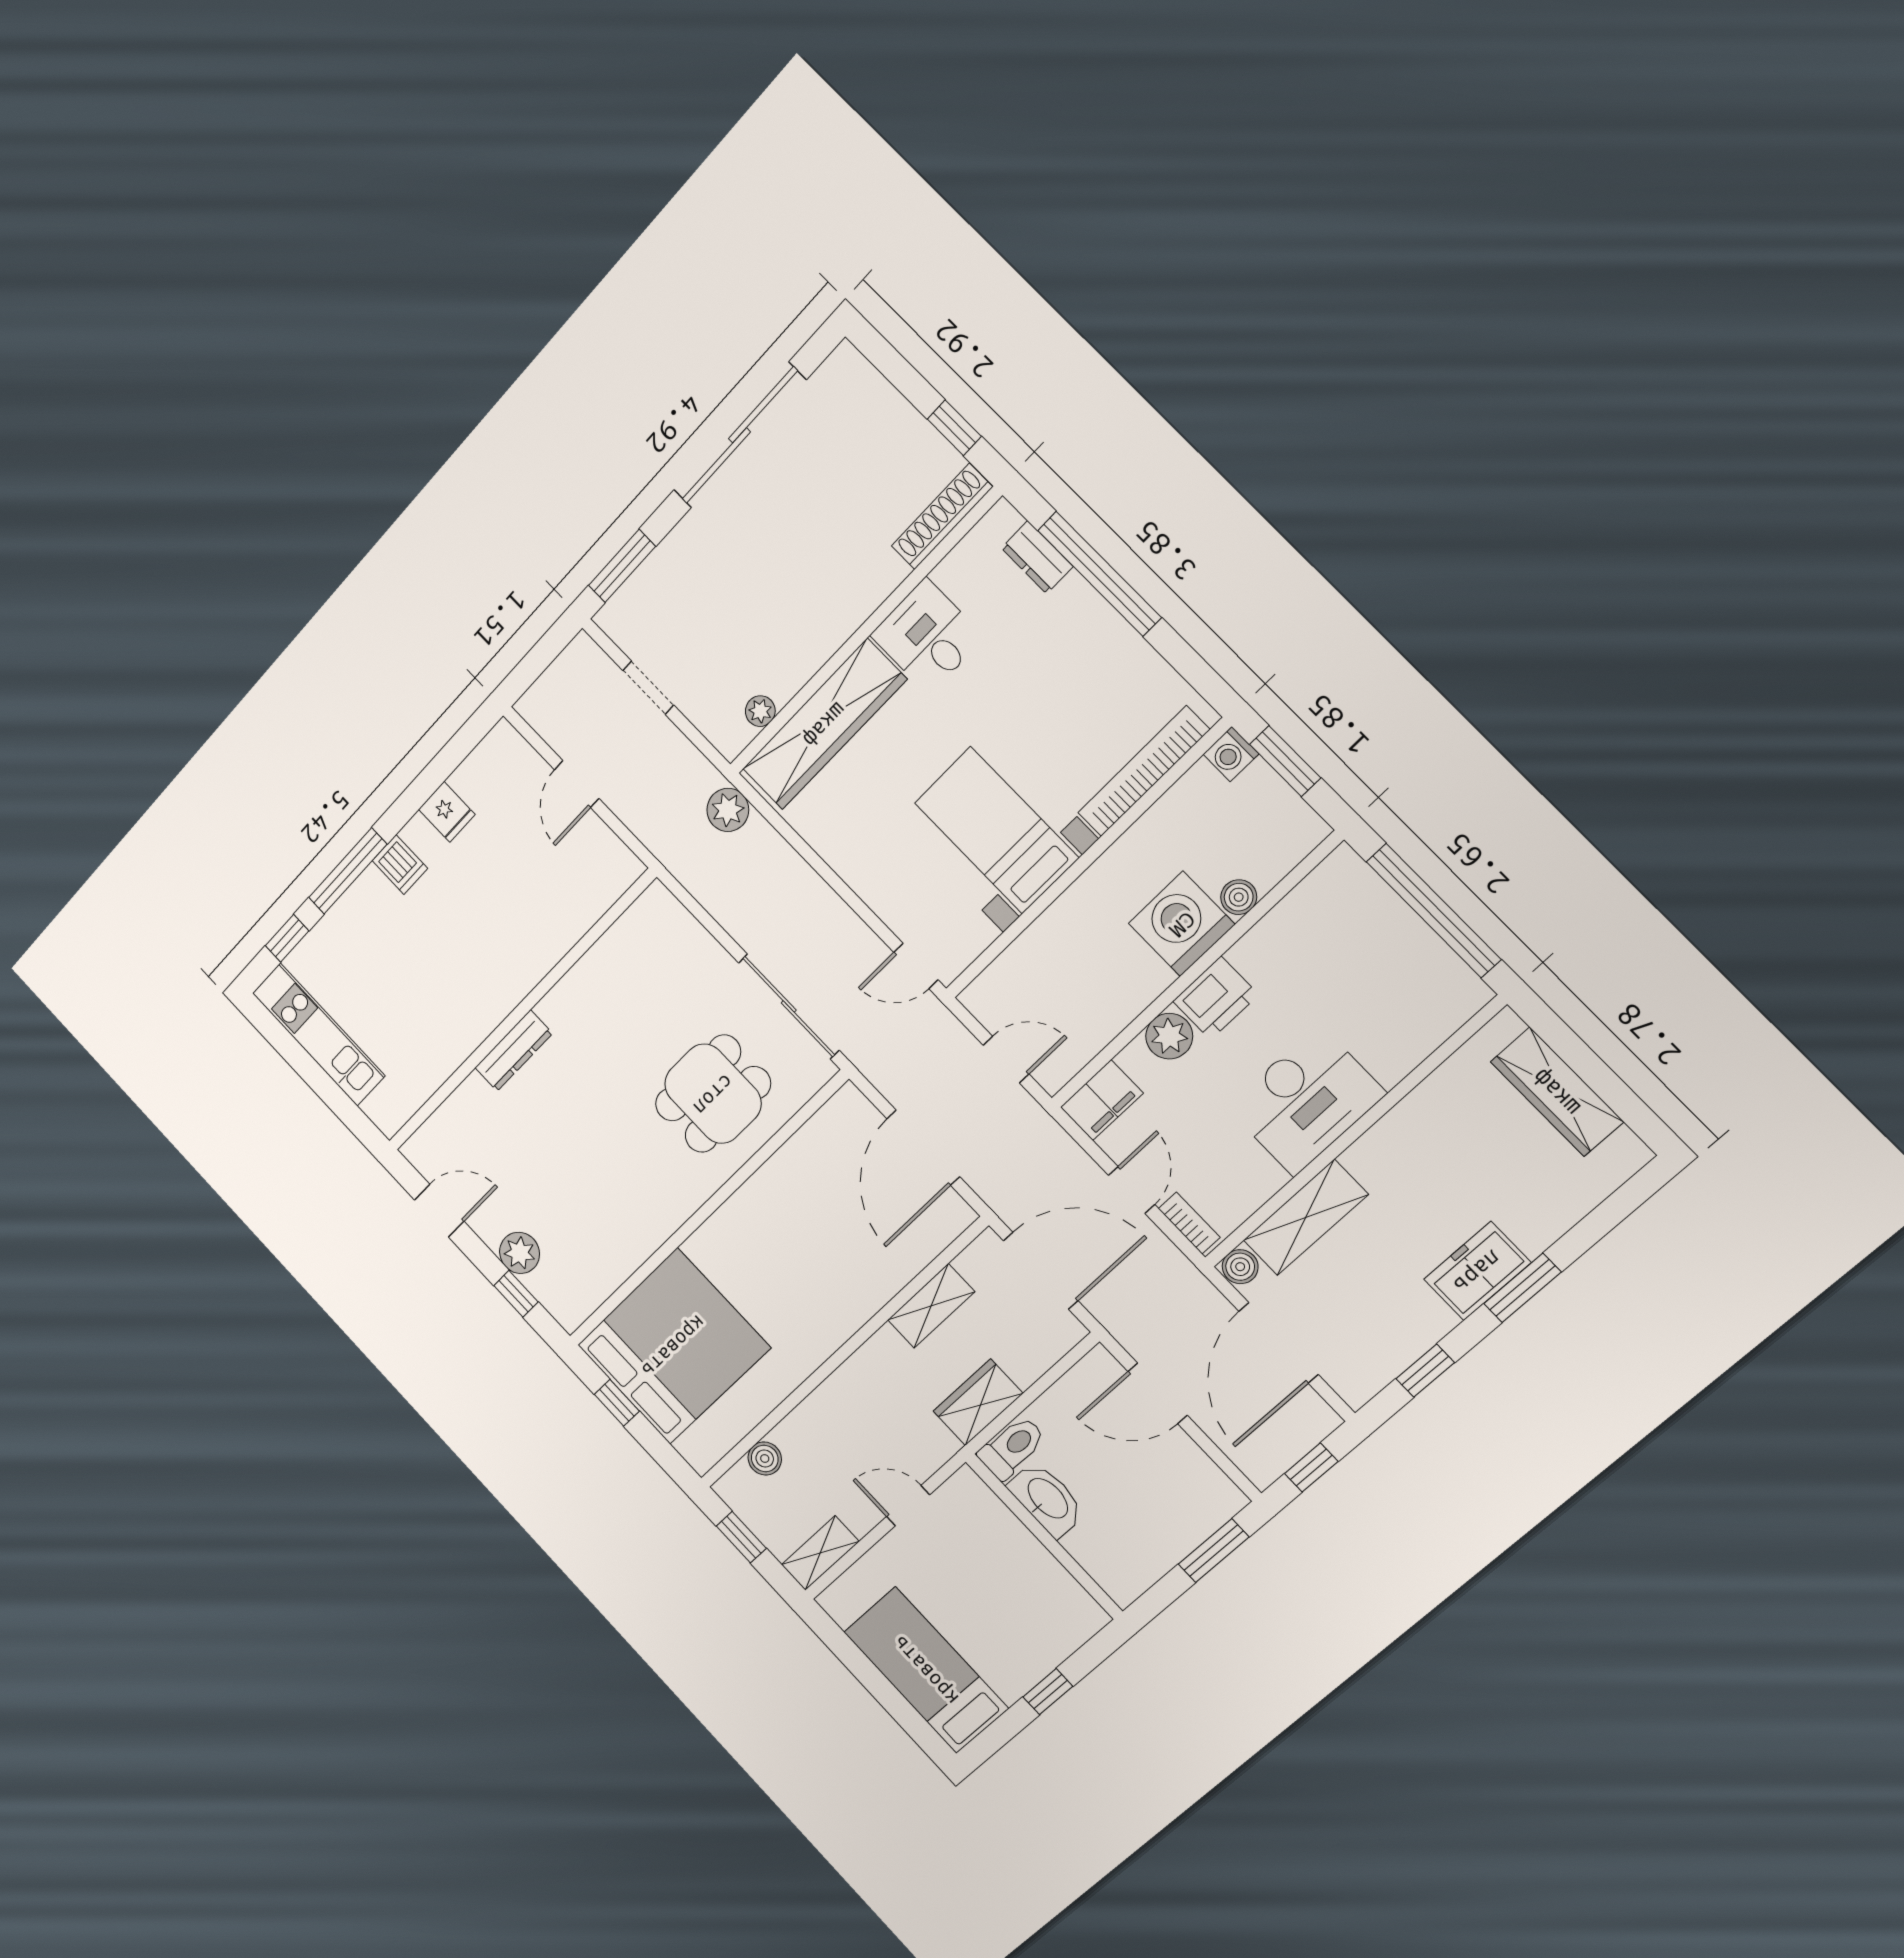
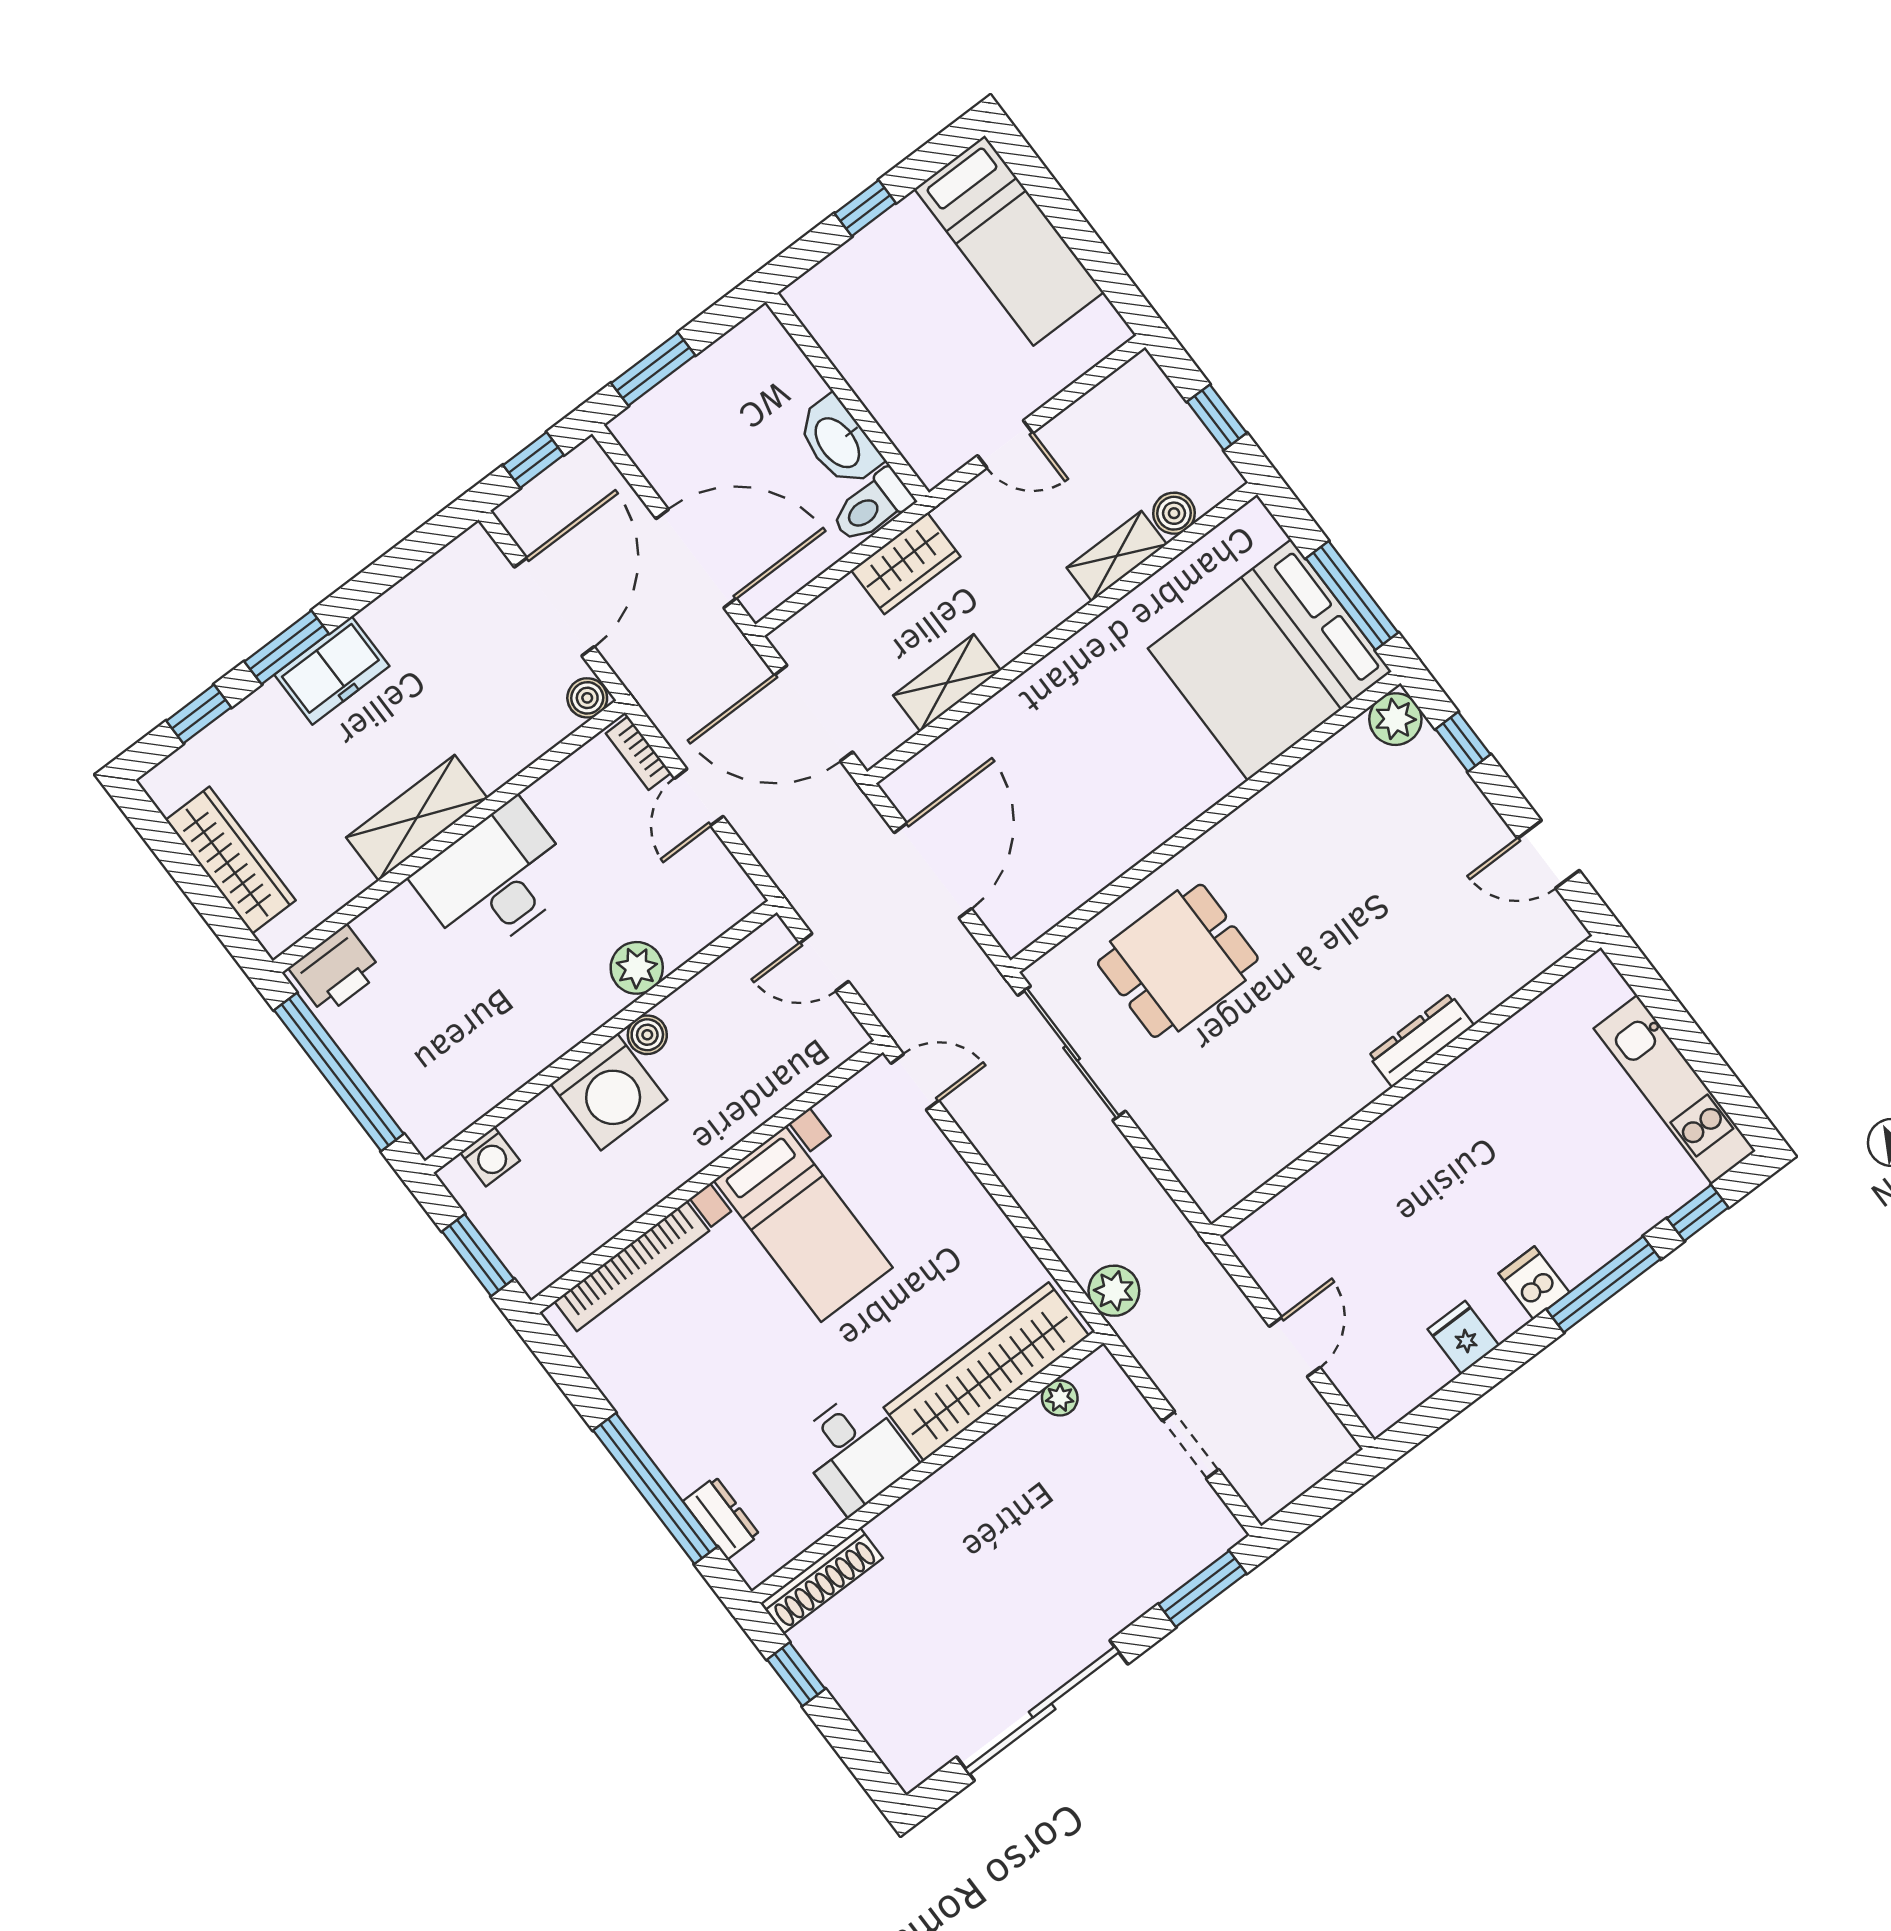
washing machine: (1231, 754) -> (490, 1157), moved, turned 90
boiler: (1239, 897) -> (647, 1035), moved
printer: (1216, 998) -> (335, 970), moved, turned 180
filing cabinet: (1102, 1100) -> (720, 904), removed
shelving: (1306, 1217) -> (417, 818), moved
plant: (520, 1253) -> (1395, 719), moved
window: (1425, 1371) -> (199, 714), moved
door: (1158, 1393) -> (696, 559), width x1.36
window: (617, 1403) -> (1352, 595), width x2.17
shelving: (820, 1553) -> (1117, 556), moved

